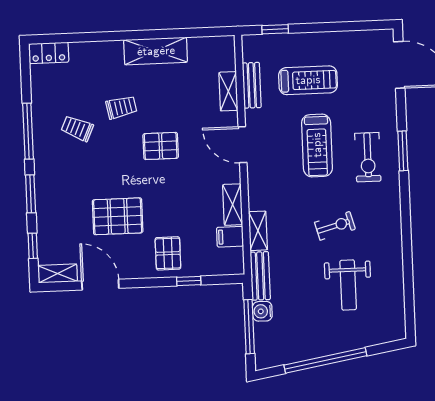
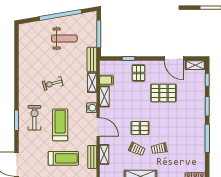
treadmill: (308, 80) -> (63, 158), turned 180
trolley: (77, 128) -> (137, 149), moved
weight bench: (348, 285) -> (64, 38), moved, turned 90
water cooler: (262, 311) -> (92, 108), moved

